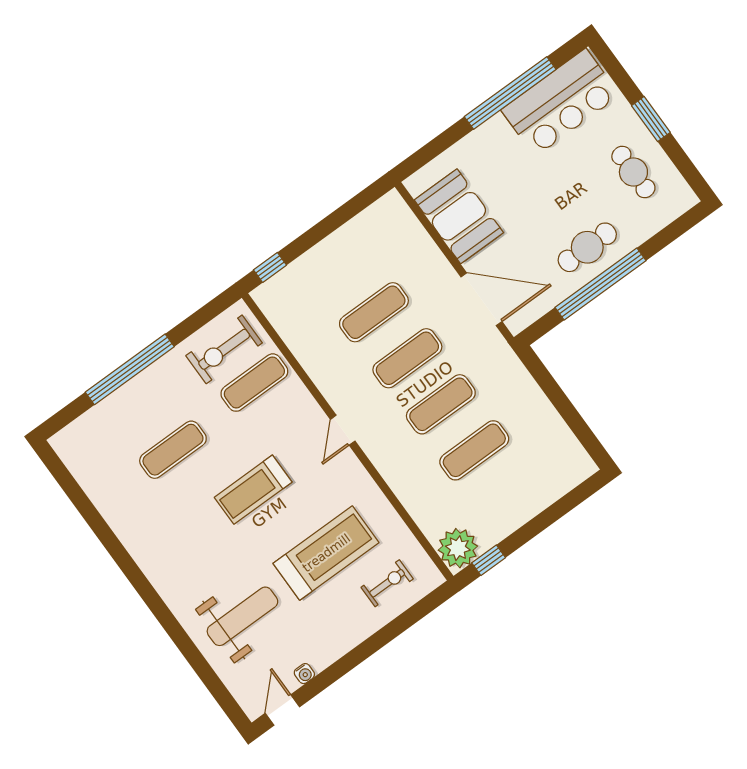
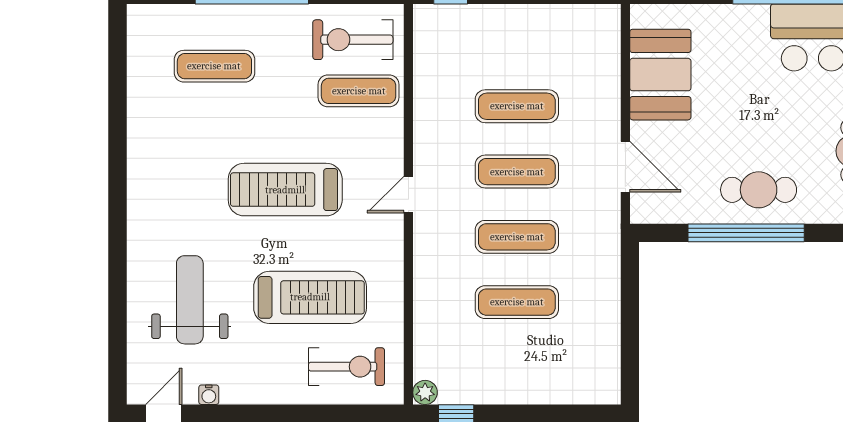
door: (481, 299) -> (625, 167), width x0.73
exercise mat: (173, 450) -> (214, 66), moved
treadmill: (253, 490) -> (285, 190), width x1.37, depth x1.38
plant: (458, 548) -> (425, 392), width x0.53, depth x0.53
exercise bike: (387, 583) -> (346, 367), width x1.38, depth x1.39
weight bench: (242, 616) -> (190, 300), turned -90

